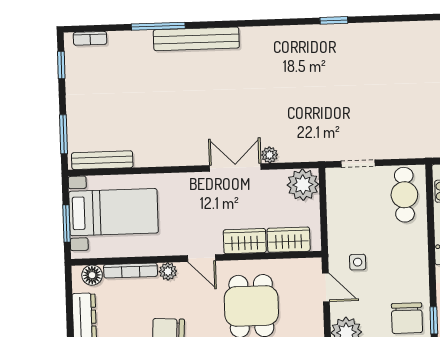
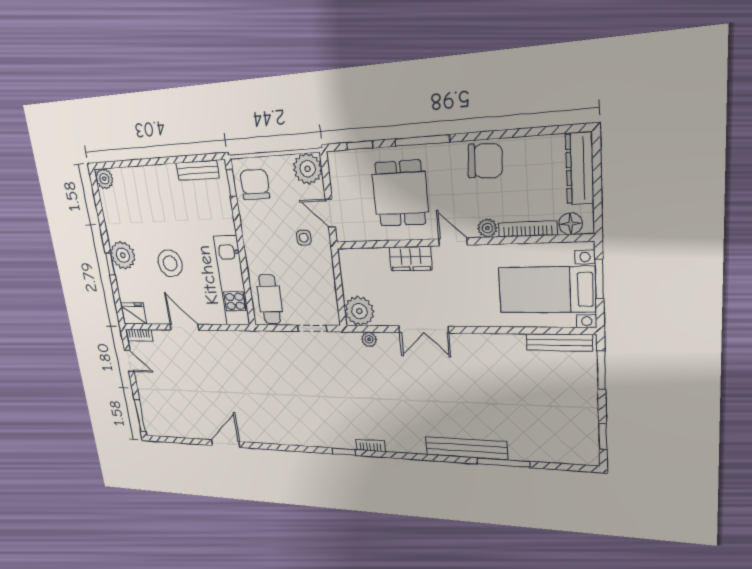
bookcase: (90, 38) -> (370, 445), moved
plant: (270, 155) -> (369, 339), moved
wardrobe: (289, 240) -> (369, 260), removed

